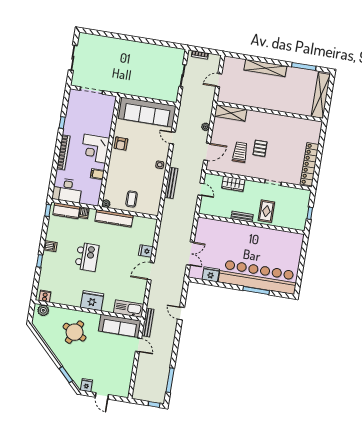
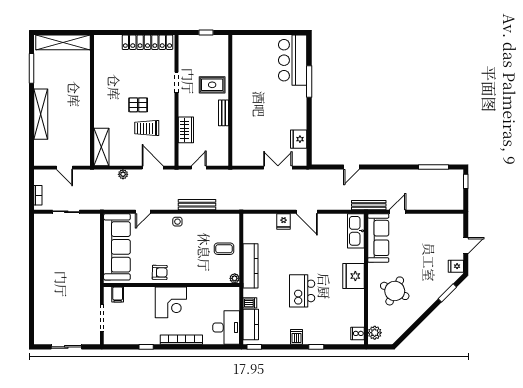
filing cabinet: (97, 174) -> (118, 295), moved
kitchen island: (87, 257) -> (302, 291), turned -90
bar counter: (258, 277) -> (293, 60), width x0.54

